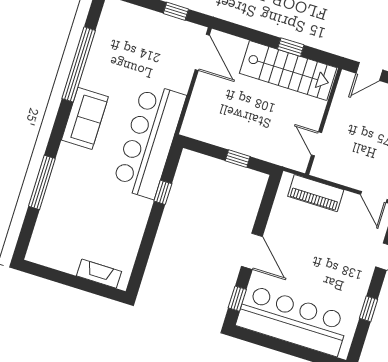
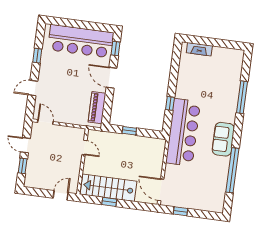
piano: (316, 193) -> (97, 108), moved, turned -90

